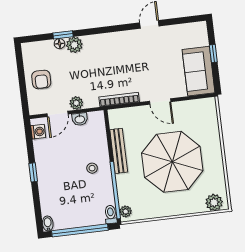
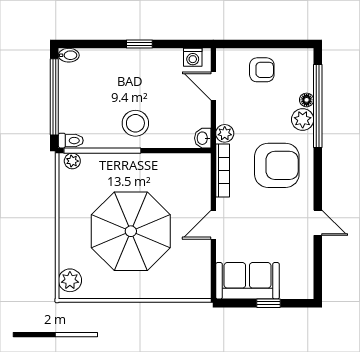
window: (63, 35) -> (318, 106), width x3.17
armchair: (111, 60) -> (277, 165), added
armchair: (41, 79) -> (262, 70), turned 180
plant: (76, 103) -> (225, 133), moved
washbasin: (80, 119) -> (203, 138), moved
bench: (119, 151) -> (154, 161), removed
stool: (92, 168) -> (135, 123), width x1.89, depth x1.89

